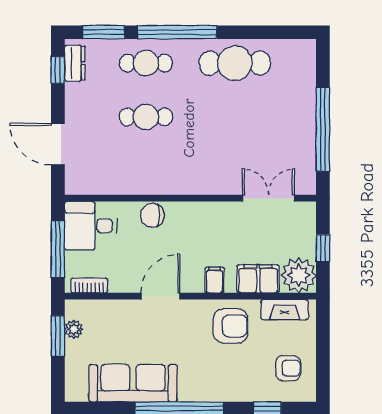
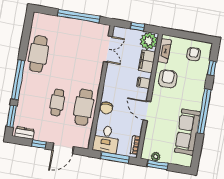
cafe table: (146, 63) -> (84, 107), moved, width x1.37, depth x1.35
window: (58, 70) -> (39, 144), moved
double door: (268, 198) -> (108, 49), swing flipped

